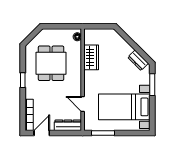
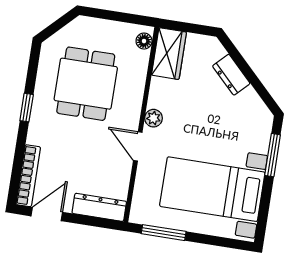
wardrobe: (91, 57) -> (169, 54), moved
dresser: (138, 60) -> (231, 75), moved
plant: (88, 75) -> (153, 118), added
door: (83, 104) -> (138, 146), moved

